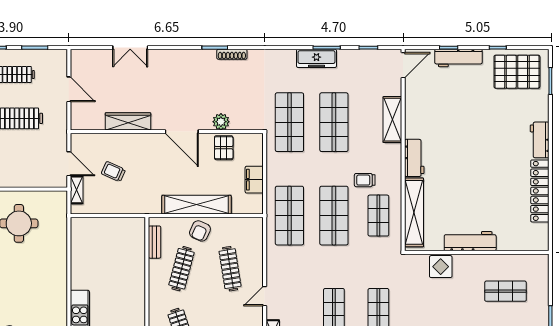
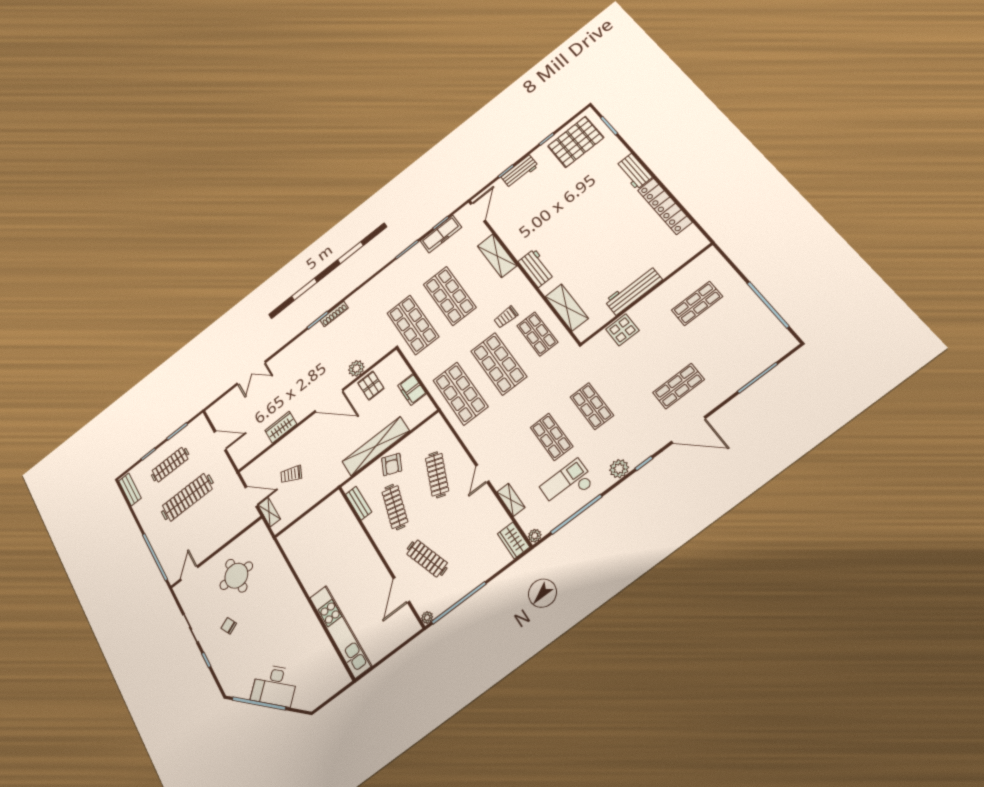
freezer: (316, 58) -> (441, 234), moved
workbench: (458, 58) -> (520, 171), width x0.73
wardrobe: (128, 121) -> (281, 427), width x0.67
shelving: (414, 212) -> (567, 307), width x0.68
clothes rail: (230, 269) -> (437, 475), turned 30

